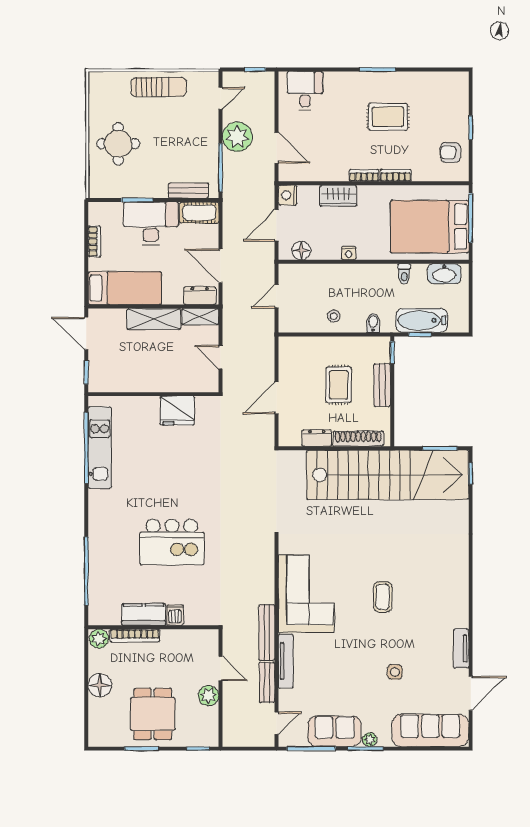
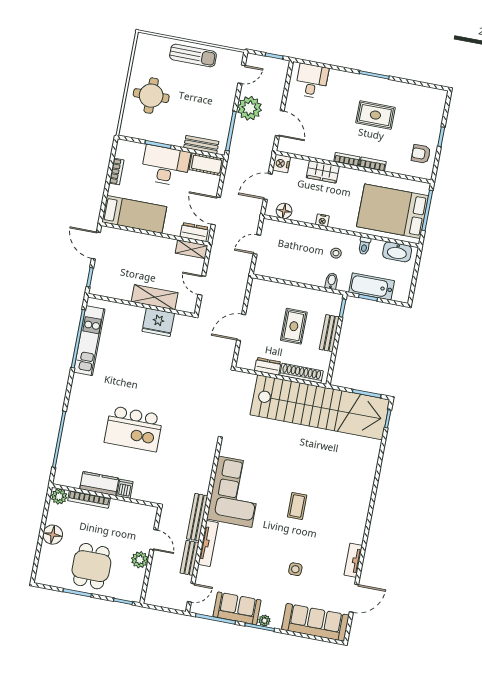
stool: (334, 316) -> (336, 253), moved
shelving: (154, 319) -> (155, 297), moved

